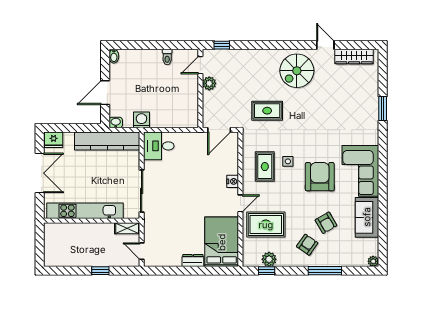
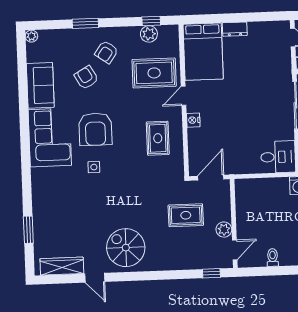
spiral stairs: (297, 71) -> (126, 248), turned -90
window: (383, 109) -> (28, 230), moved
rug: (267, 111) -> (186, 215), moved
side table: (288, 161) -> (94, 167), moved
window: (325, 271) -> (85, 23), width x0.69

